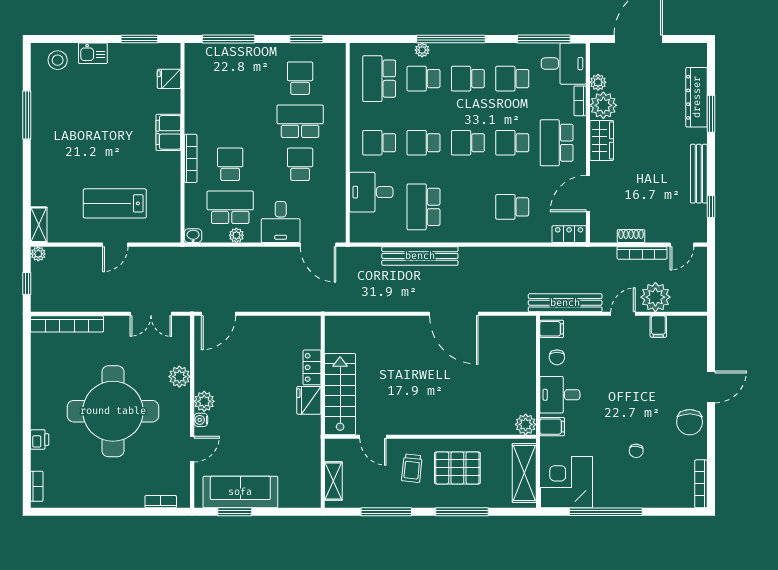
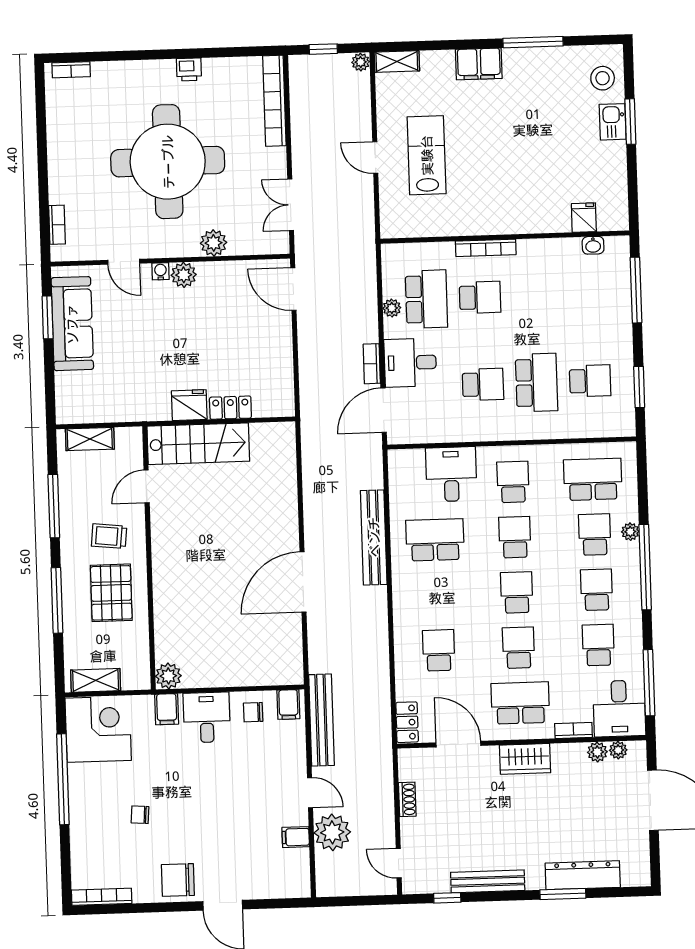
window: (139, 39) -> (630, 122), moved
plant: (603, 105) -> (618, 750), moved, width x0.53, depth x0.53
filing cabinet: (168, 132) -> (479, 64), moved, turned 180
washbasin: (193, 236) -> (593, 245), moved, turned 90
bookcase: (642, 253) -> (372, 364), moved, width x0.64
printer: (40, 440) -> (189, 69), moved
shelving: (524, 473) -> (96, 680), width x0.67, depth x0.75

